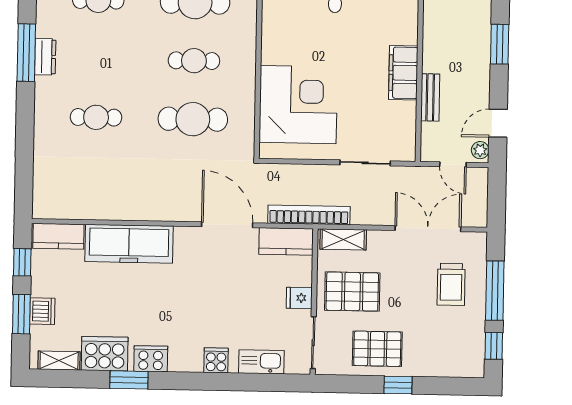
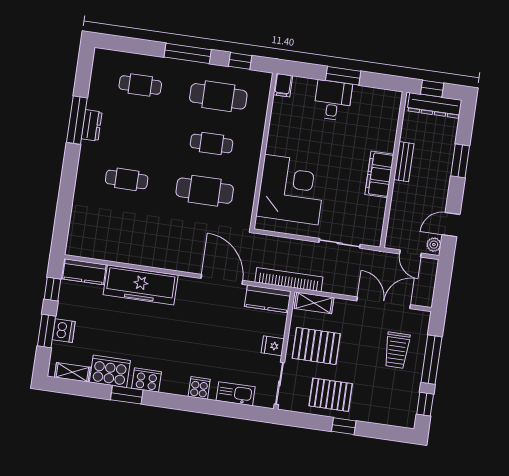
bench: (430, 97) -> (404, 162), moved

